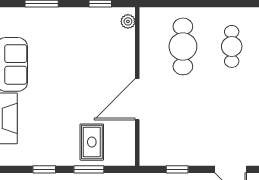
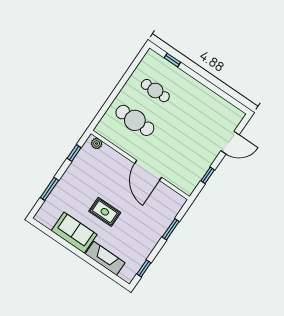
rug: (92, 142) -> (105, 212), moved
window: (44, 169) -> (144, 268), moved

